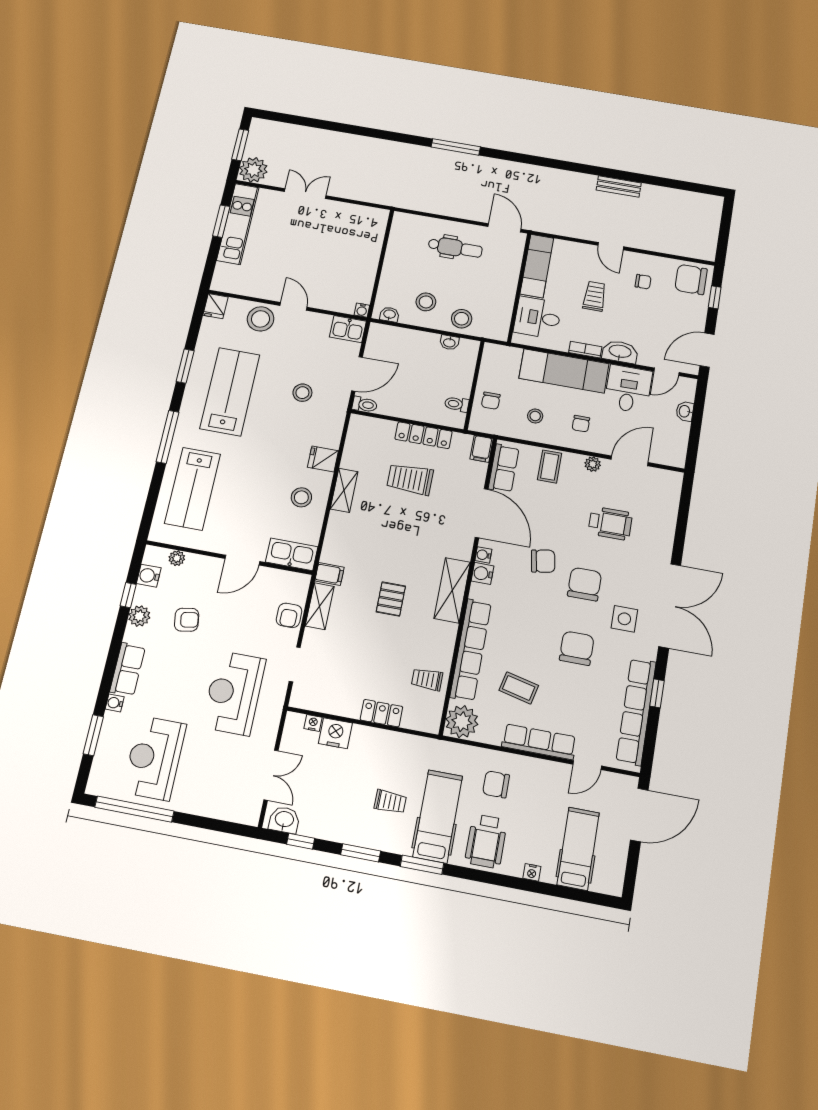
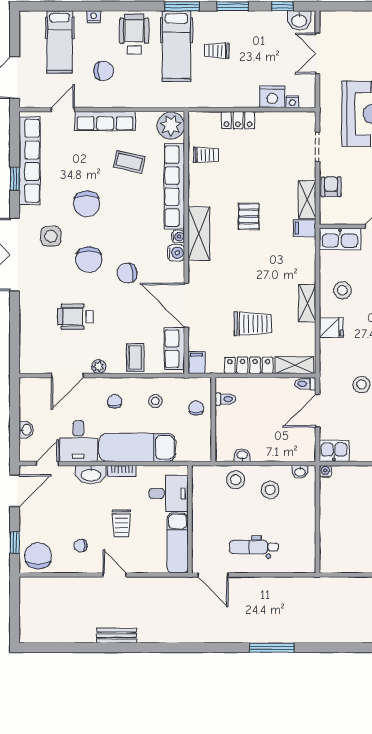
chair: (691, 279) -> (38, 556), turned -90
shelving: (372, 426) -> (294, 365), added
water cooler: (483, 555) -> (178, 237), moved
chair: (496, 784) -> (104, 71), moved

